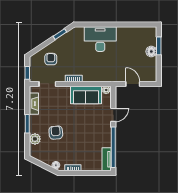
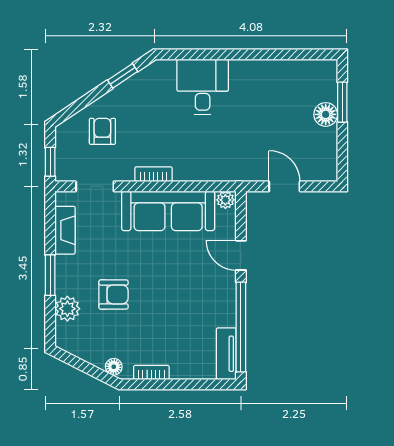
desk: (100, 39) -> (203, 87), width x0.73
sofa: (86, 95) -> (168, 211), width x1.36
door: (113, 115) -> (241, 255), swing flipped
armchair: (56, 133) -> (114, 294), turned 95

